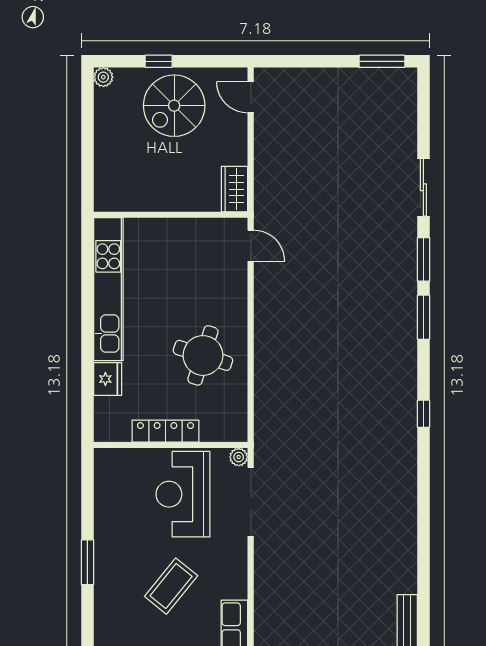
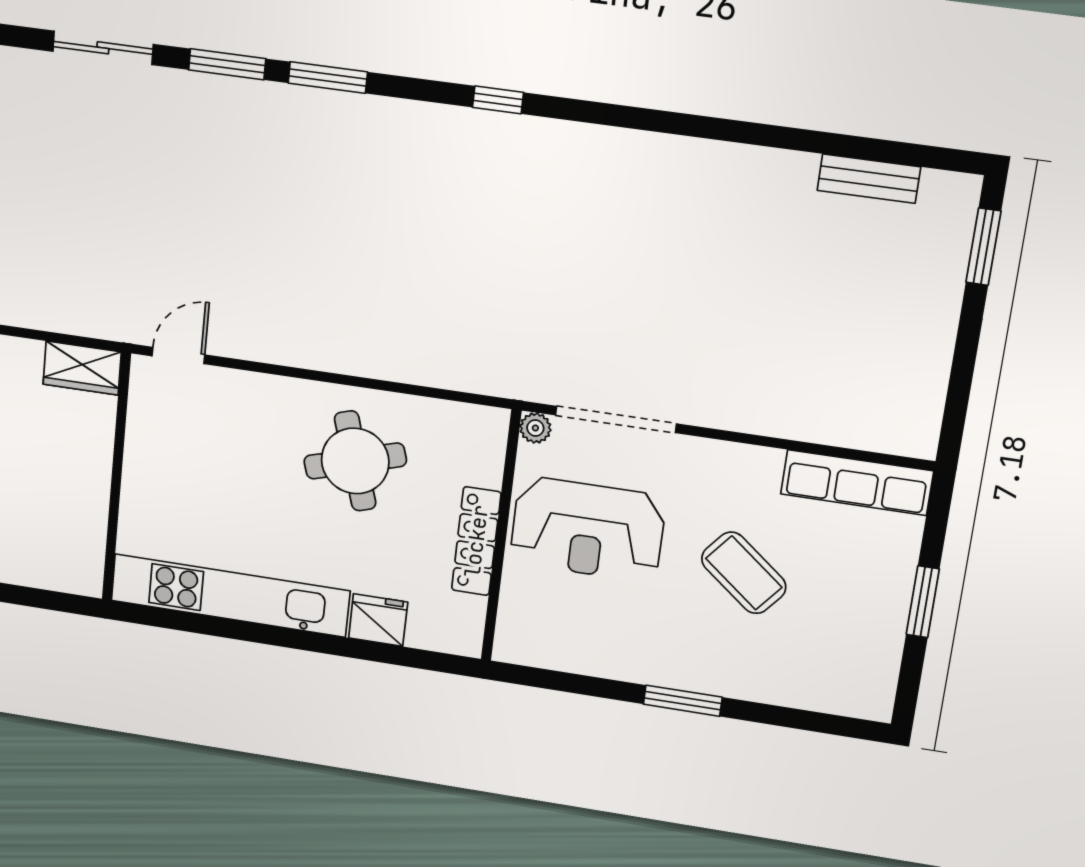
round table: (203, 355) -> (355, 461), turned -35

